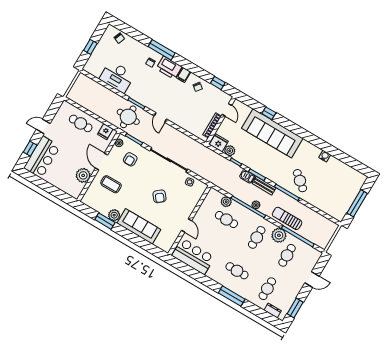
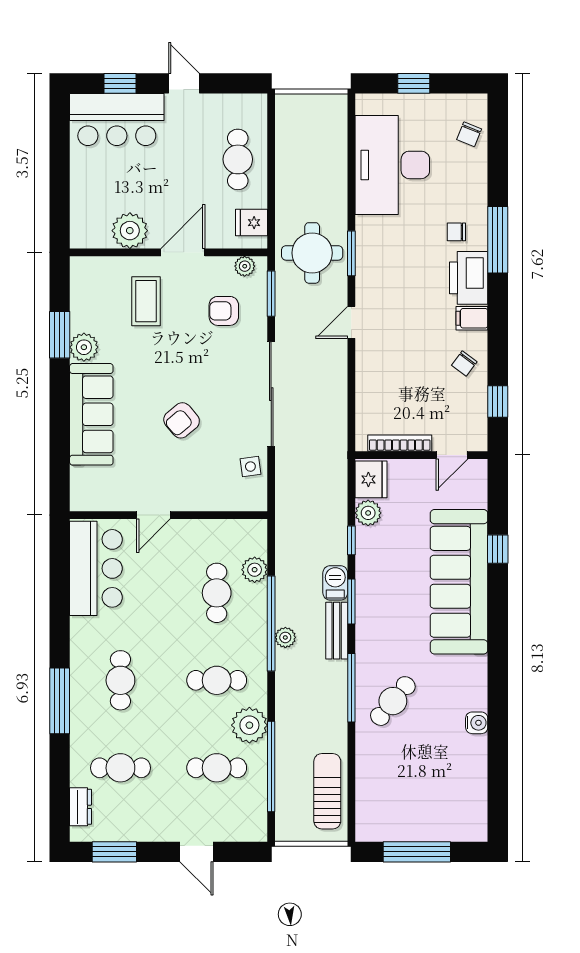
desk: (117, 77) -> (392, 165), width x1.36, depth x1.30
sun lounger: (287, 218) -> (327, 791), moved

